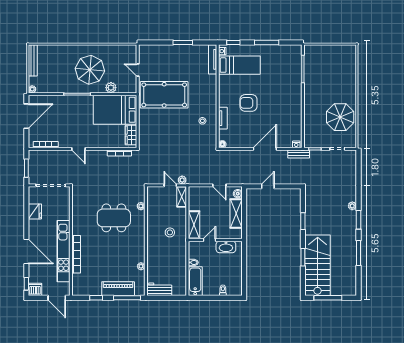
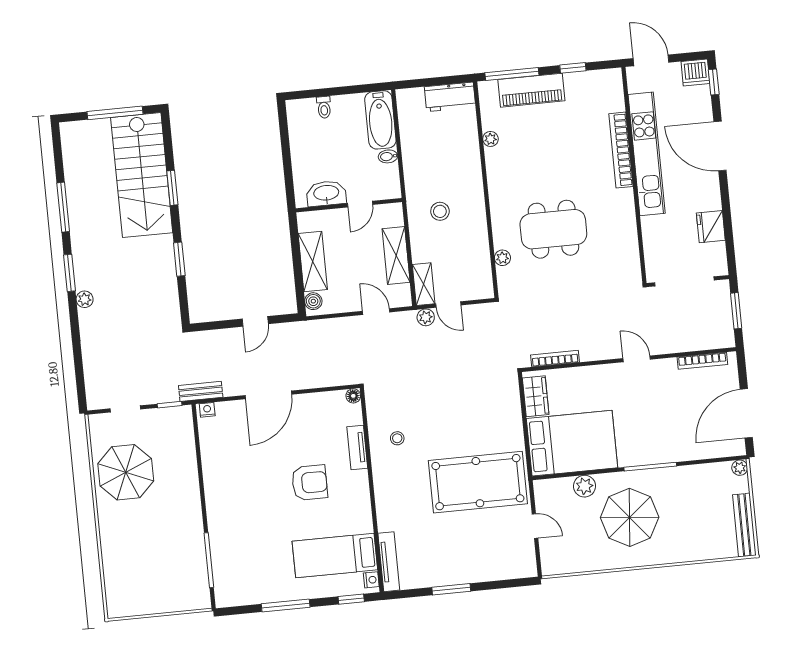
door: (219, 185) -> (376, 312), moved
shelving: (194, 225) -> (396, 255), moved

